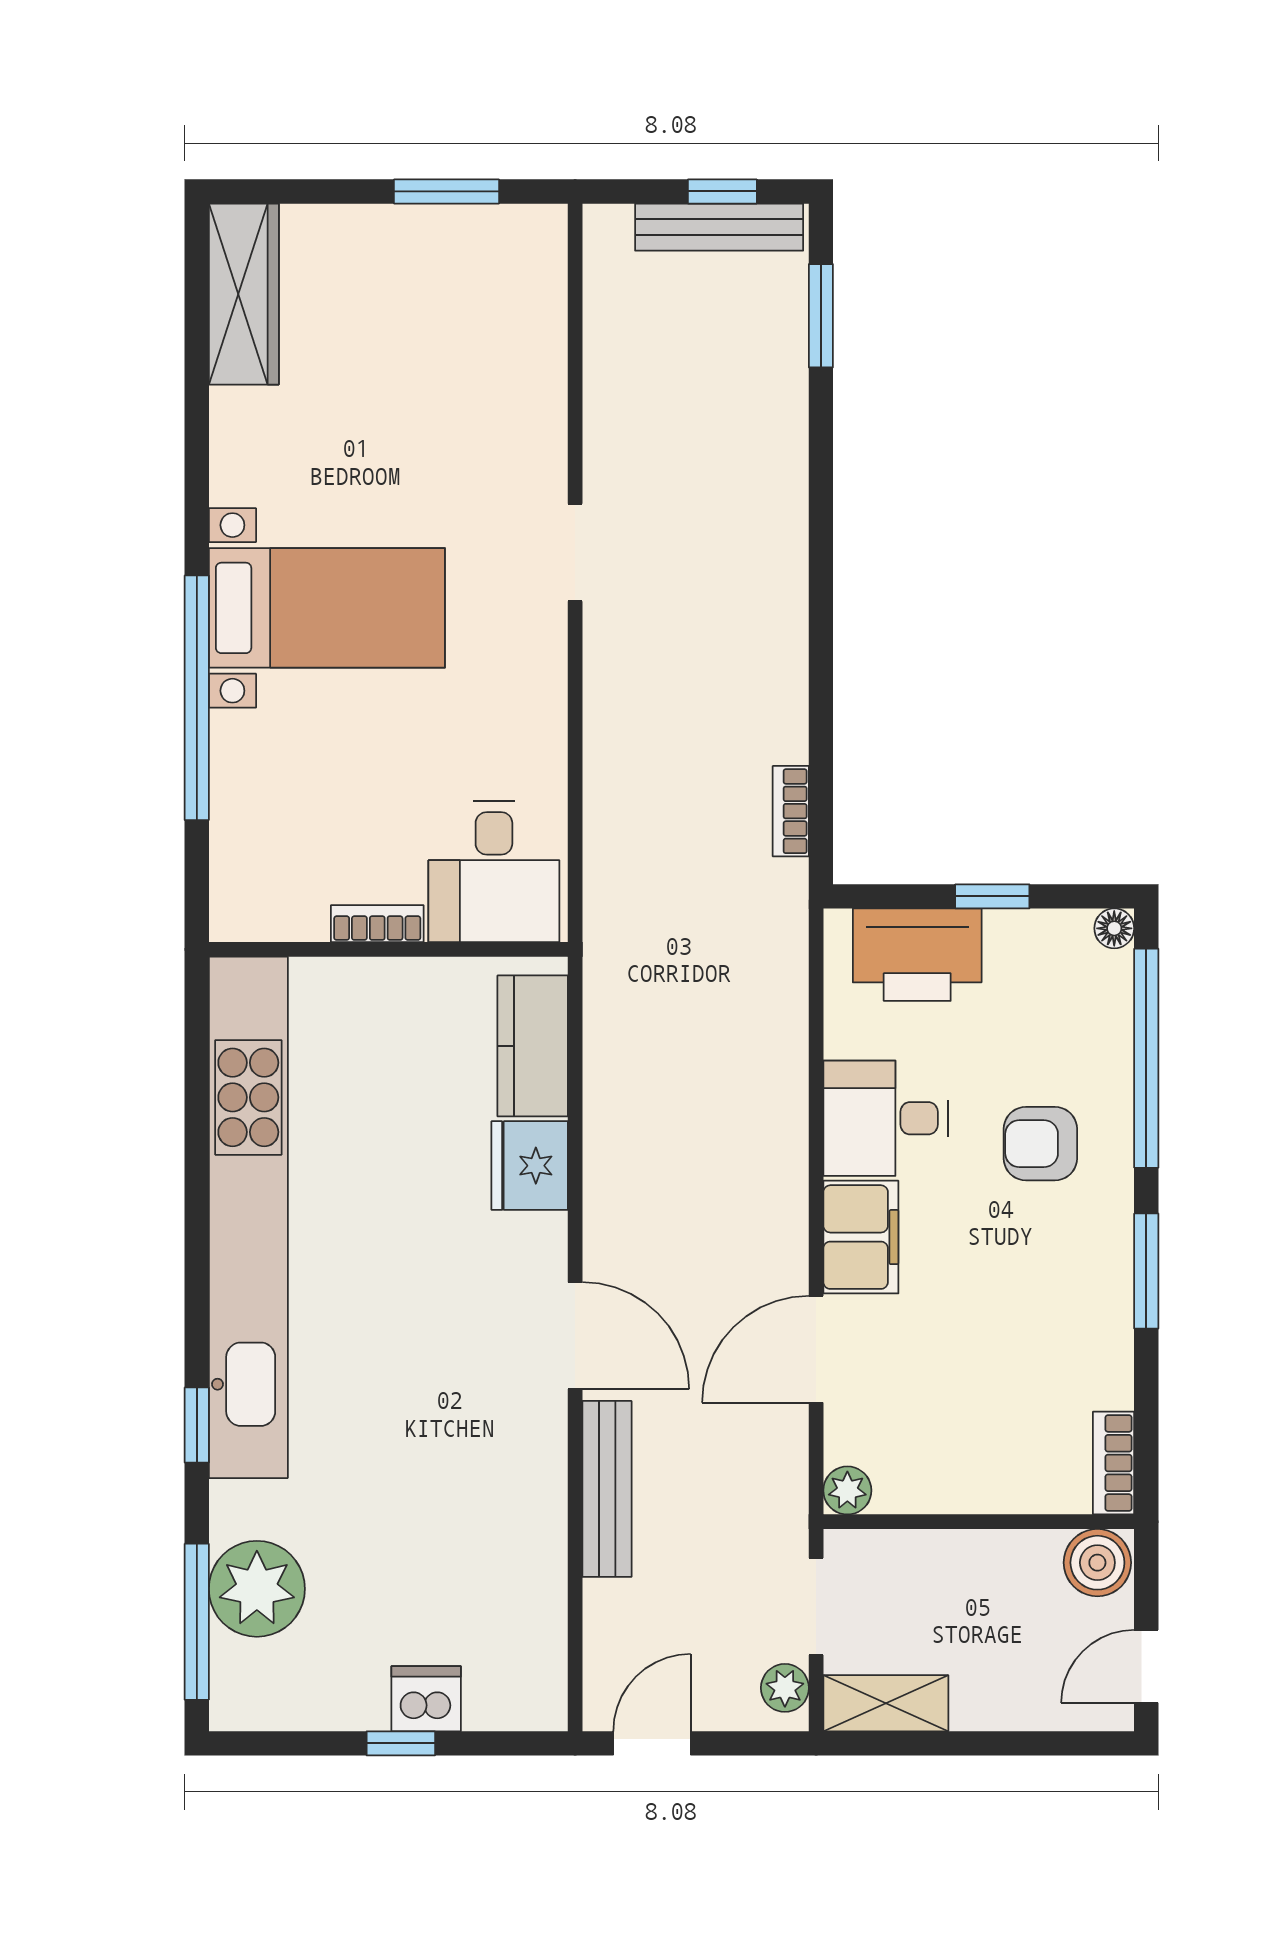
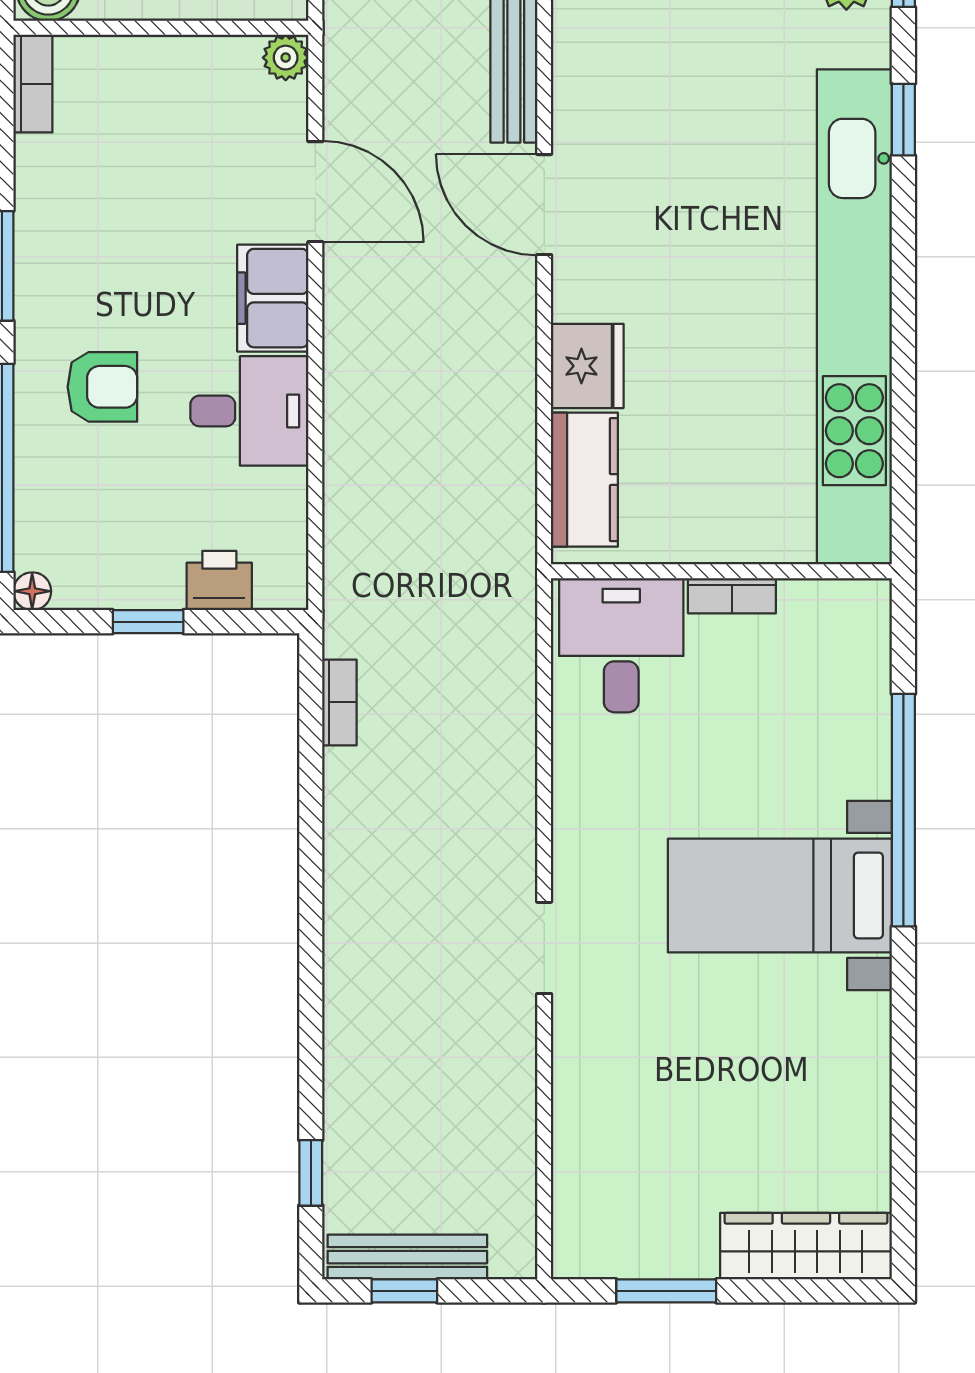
wardrobe: (244, 294) -> (806, 1246), moved, turned 90
window: (821, 316) -> (311, 1173), width x0.67
printer: (917, 955) -> (219, 580), width x0.53, depth x0.68
door: (816, 1349) -> (315, 192), hinge flipped

